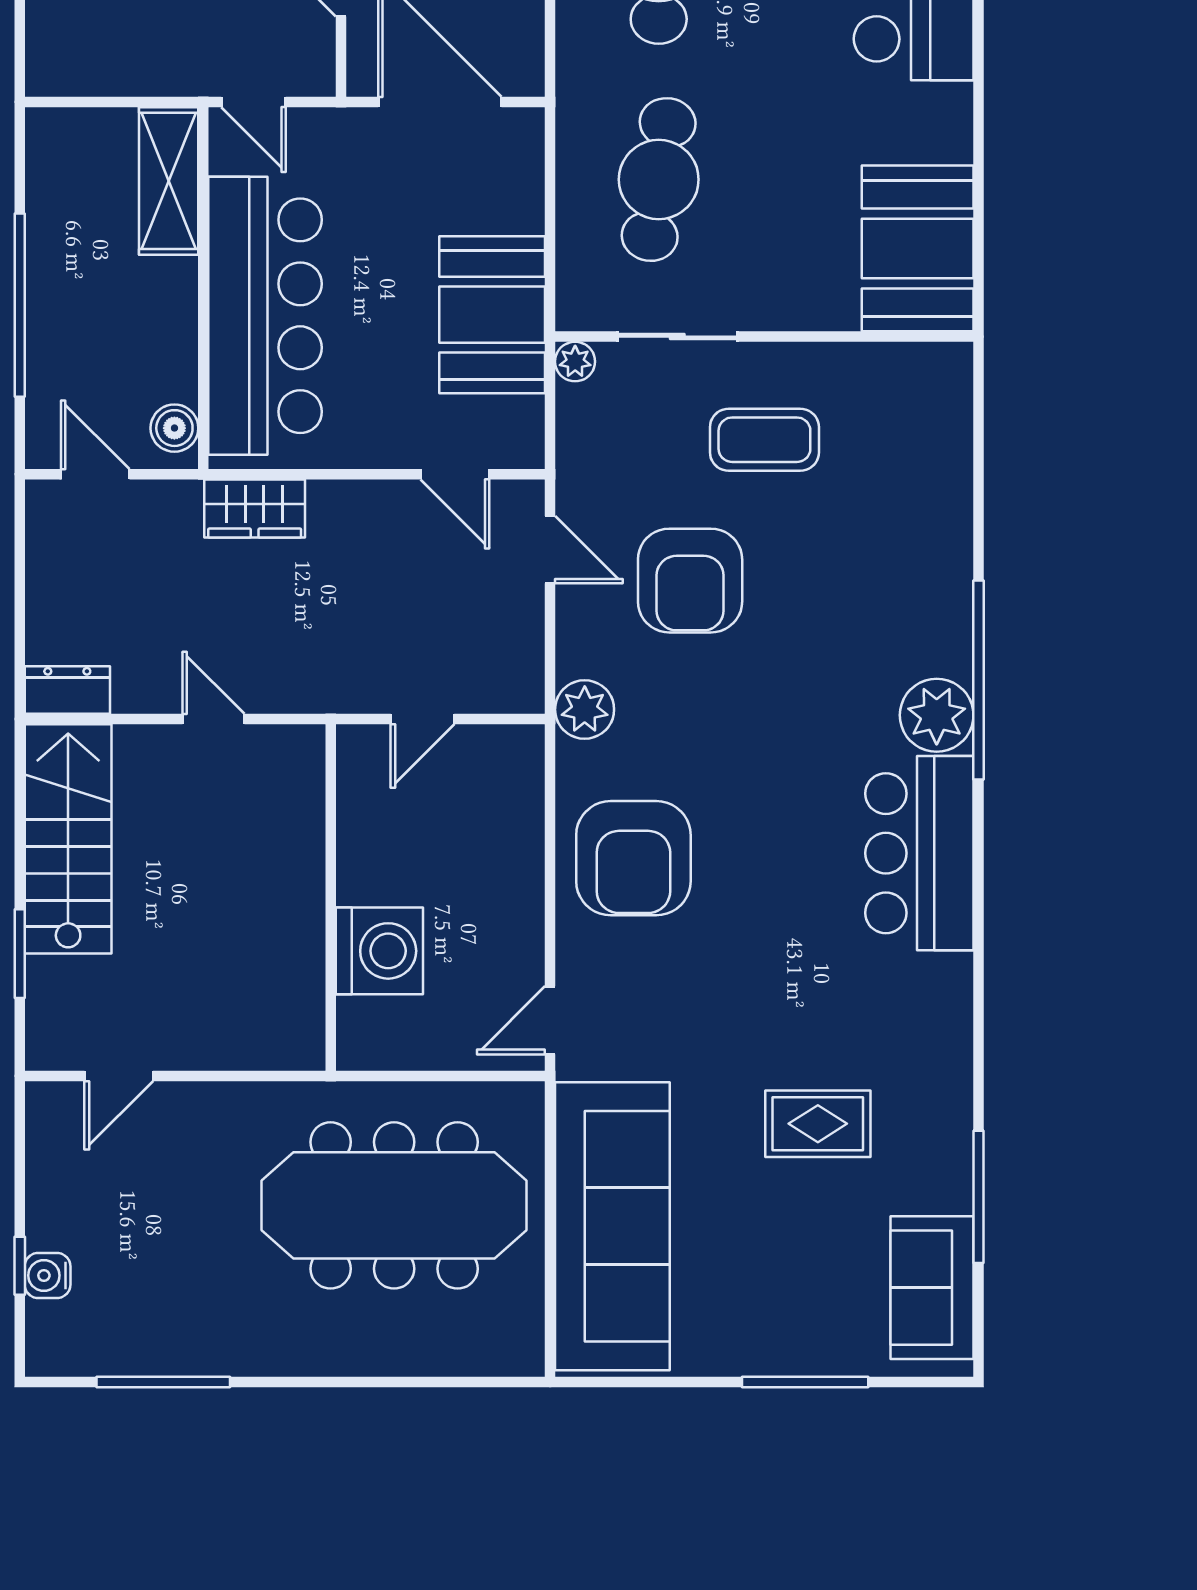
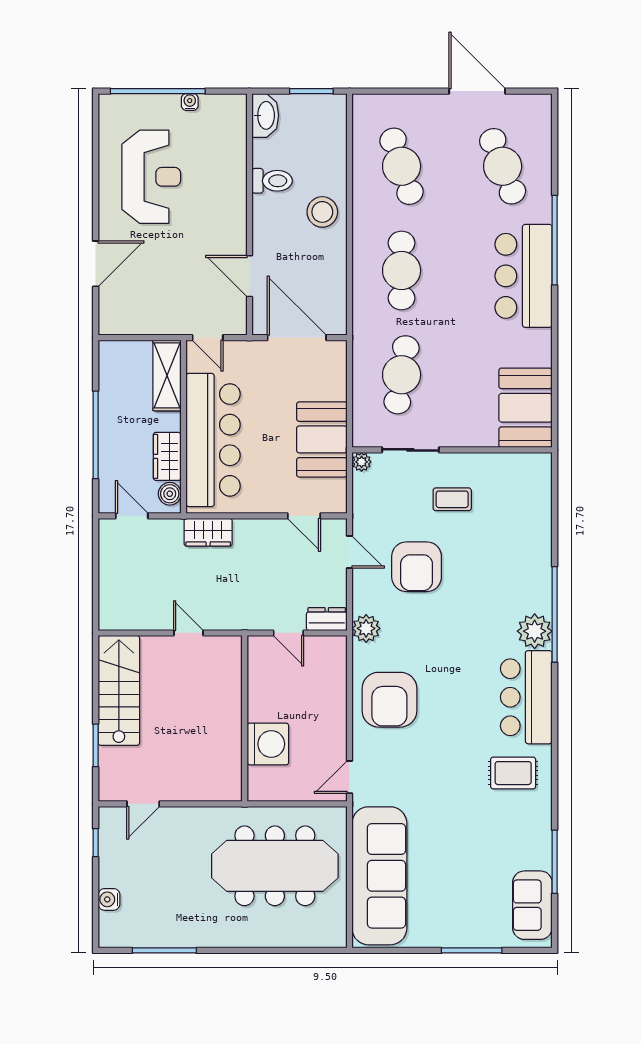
wardrobe: (169, 350) -> (167, 456), added
coffee table: (764, 440) -> (452, 499), width x0.73, depth x0.77
dresser: (67, 690) -> (327, 619), moved
door: (423, 719) -> (288, 633), hinge flipped
rug: (818, 1124) -> (513, 773), moved
window: (20, 1266) -> (96, 843), moved

